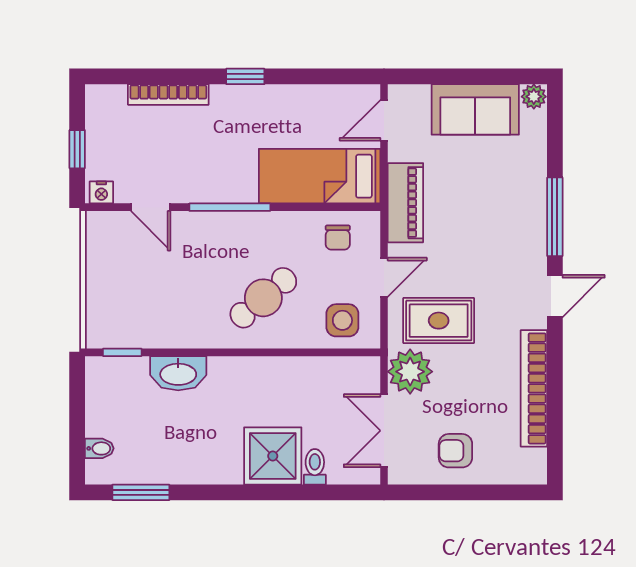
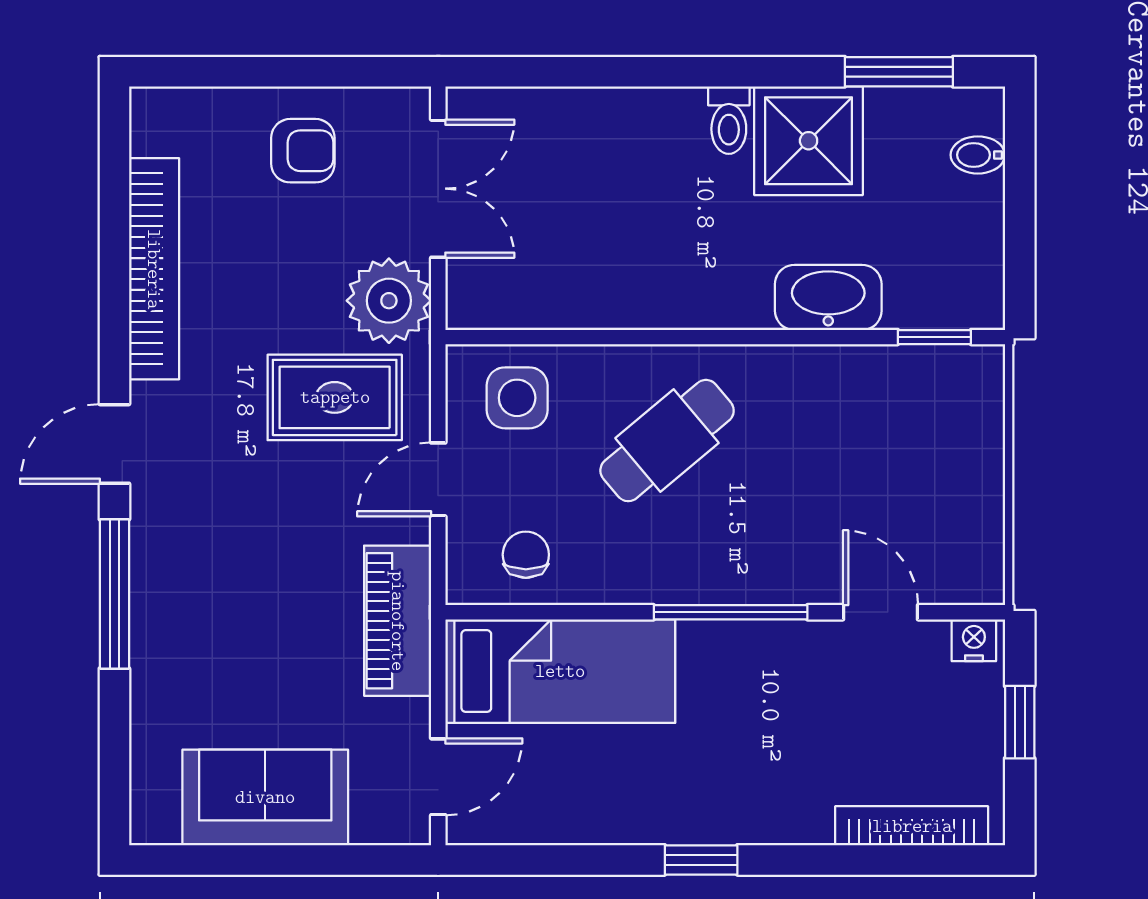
bookcase: (168, 95) -> (912, 826), moved
plant: (534, 97) -> (154, 822), removed
shower: (273, 456) -> (809, 141), moved
toilet: (315, 467) -> (729, 120), moved

